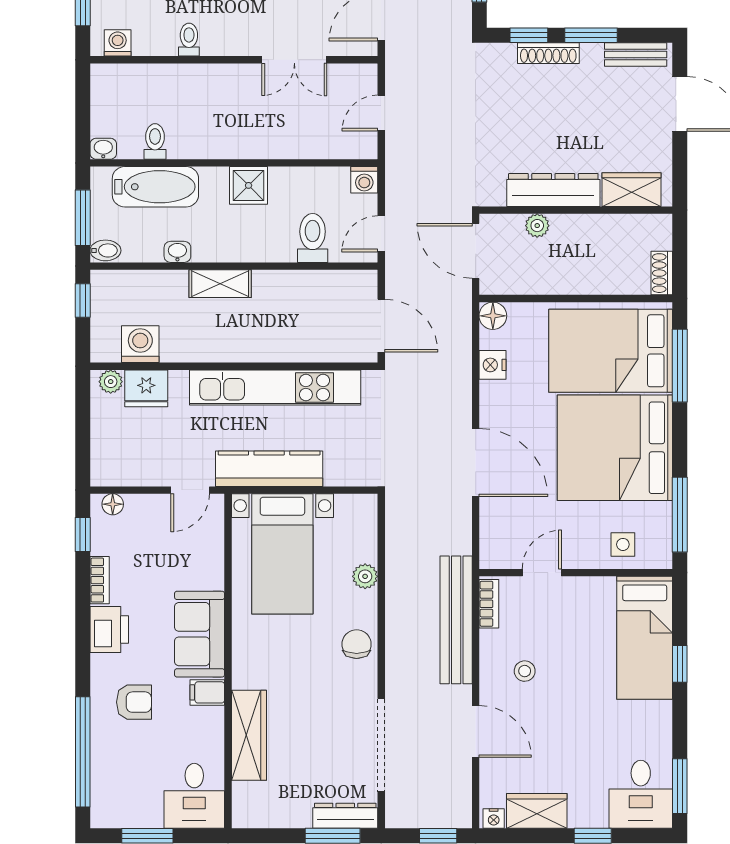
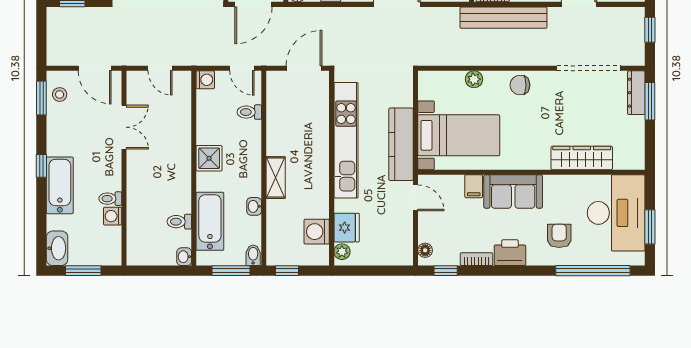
washing machine: (118, 43) -> (113, 216), moved
toilet: (313, 238) -> (249, 112), width x0.73, depth x0.72
filing cabinet: (207, 692) -> (474, 186), moved
desk: (194, 796) -> (616, 213), width x1.87, depth x1.30

